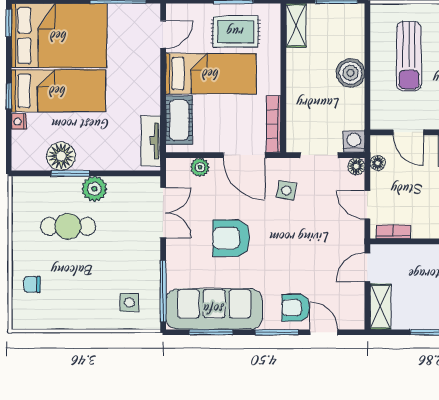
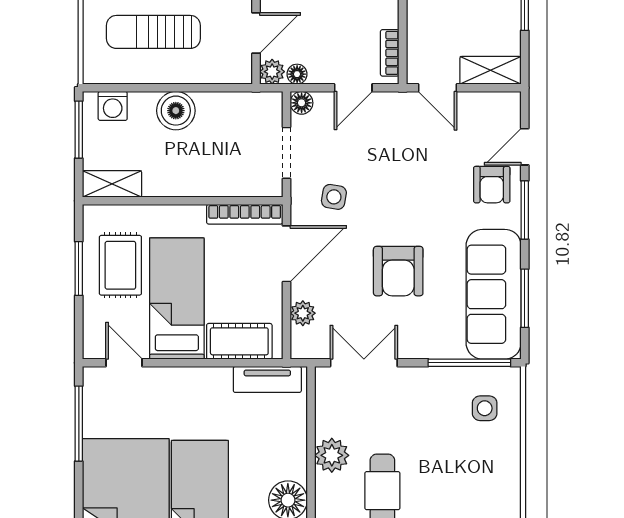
sun lounger: (409, 56) -> (153, 32), turned 180
washing machine: (354, 142) -> (113, 106), moved, turned -90
plant: (379, 144) -> (272, 72), added
window: (71, 173) -> (311, 487), removed

